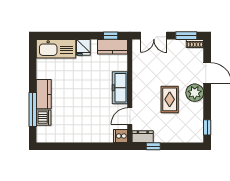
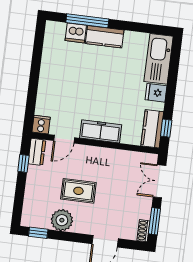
plant: (195, 93) -> (62, 220), moved
door: (130, 116) -> (64, 139), swing flipped

